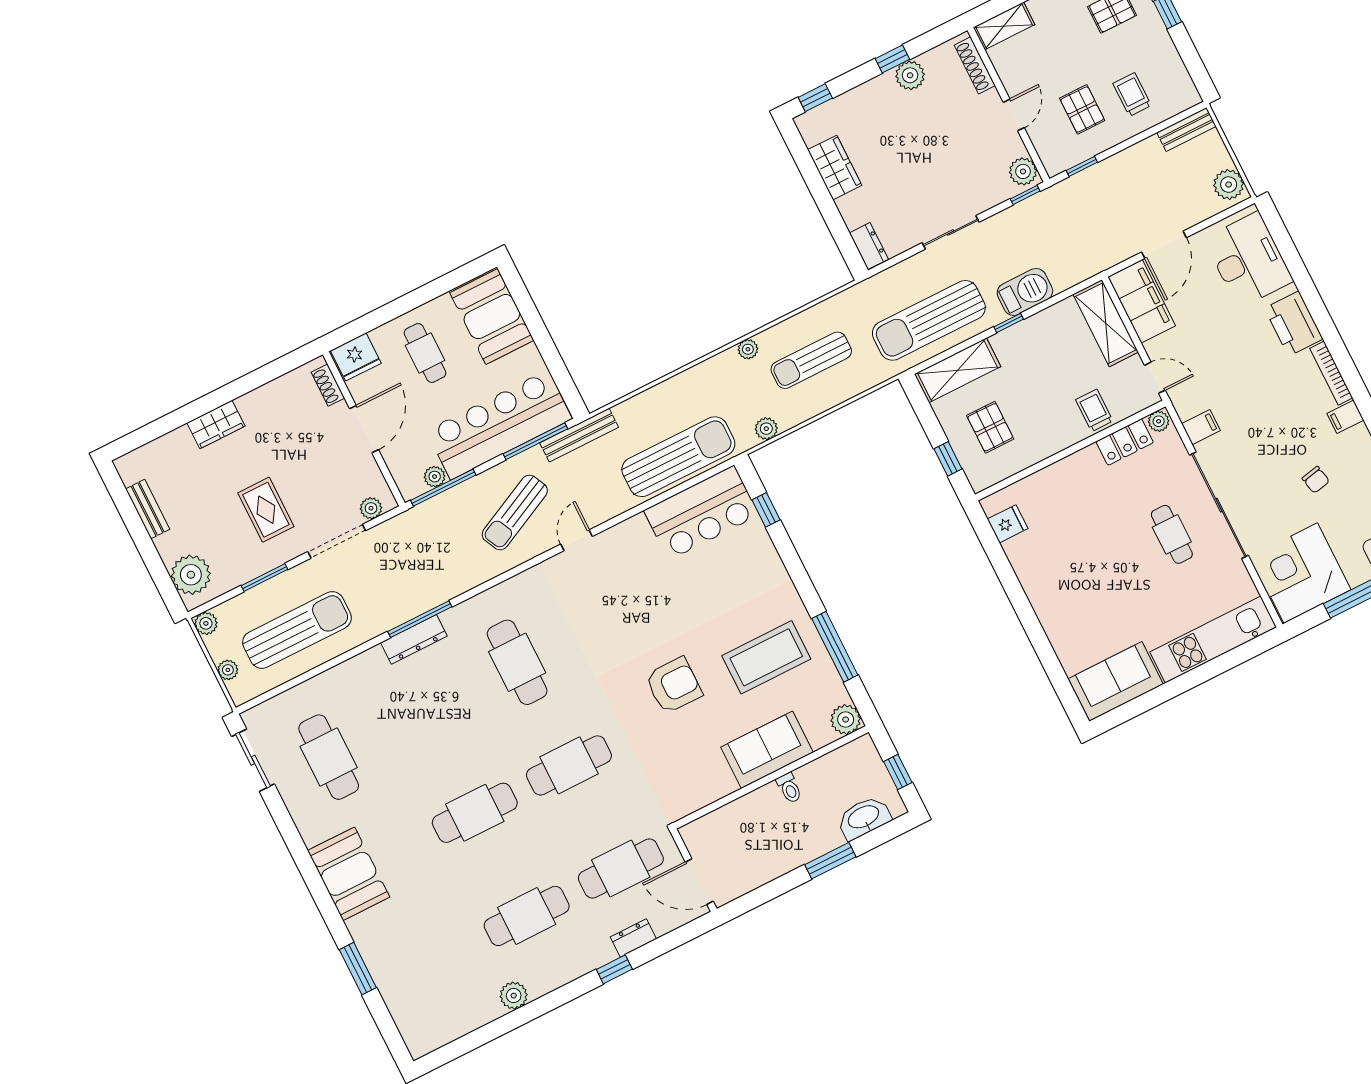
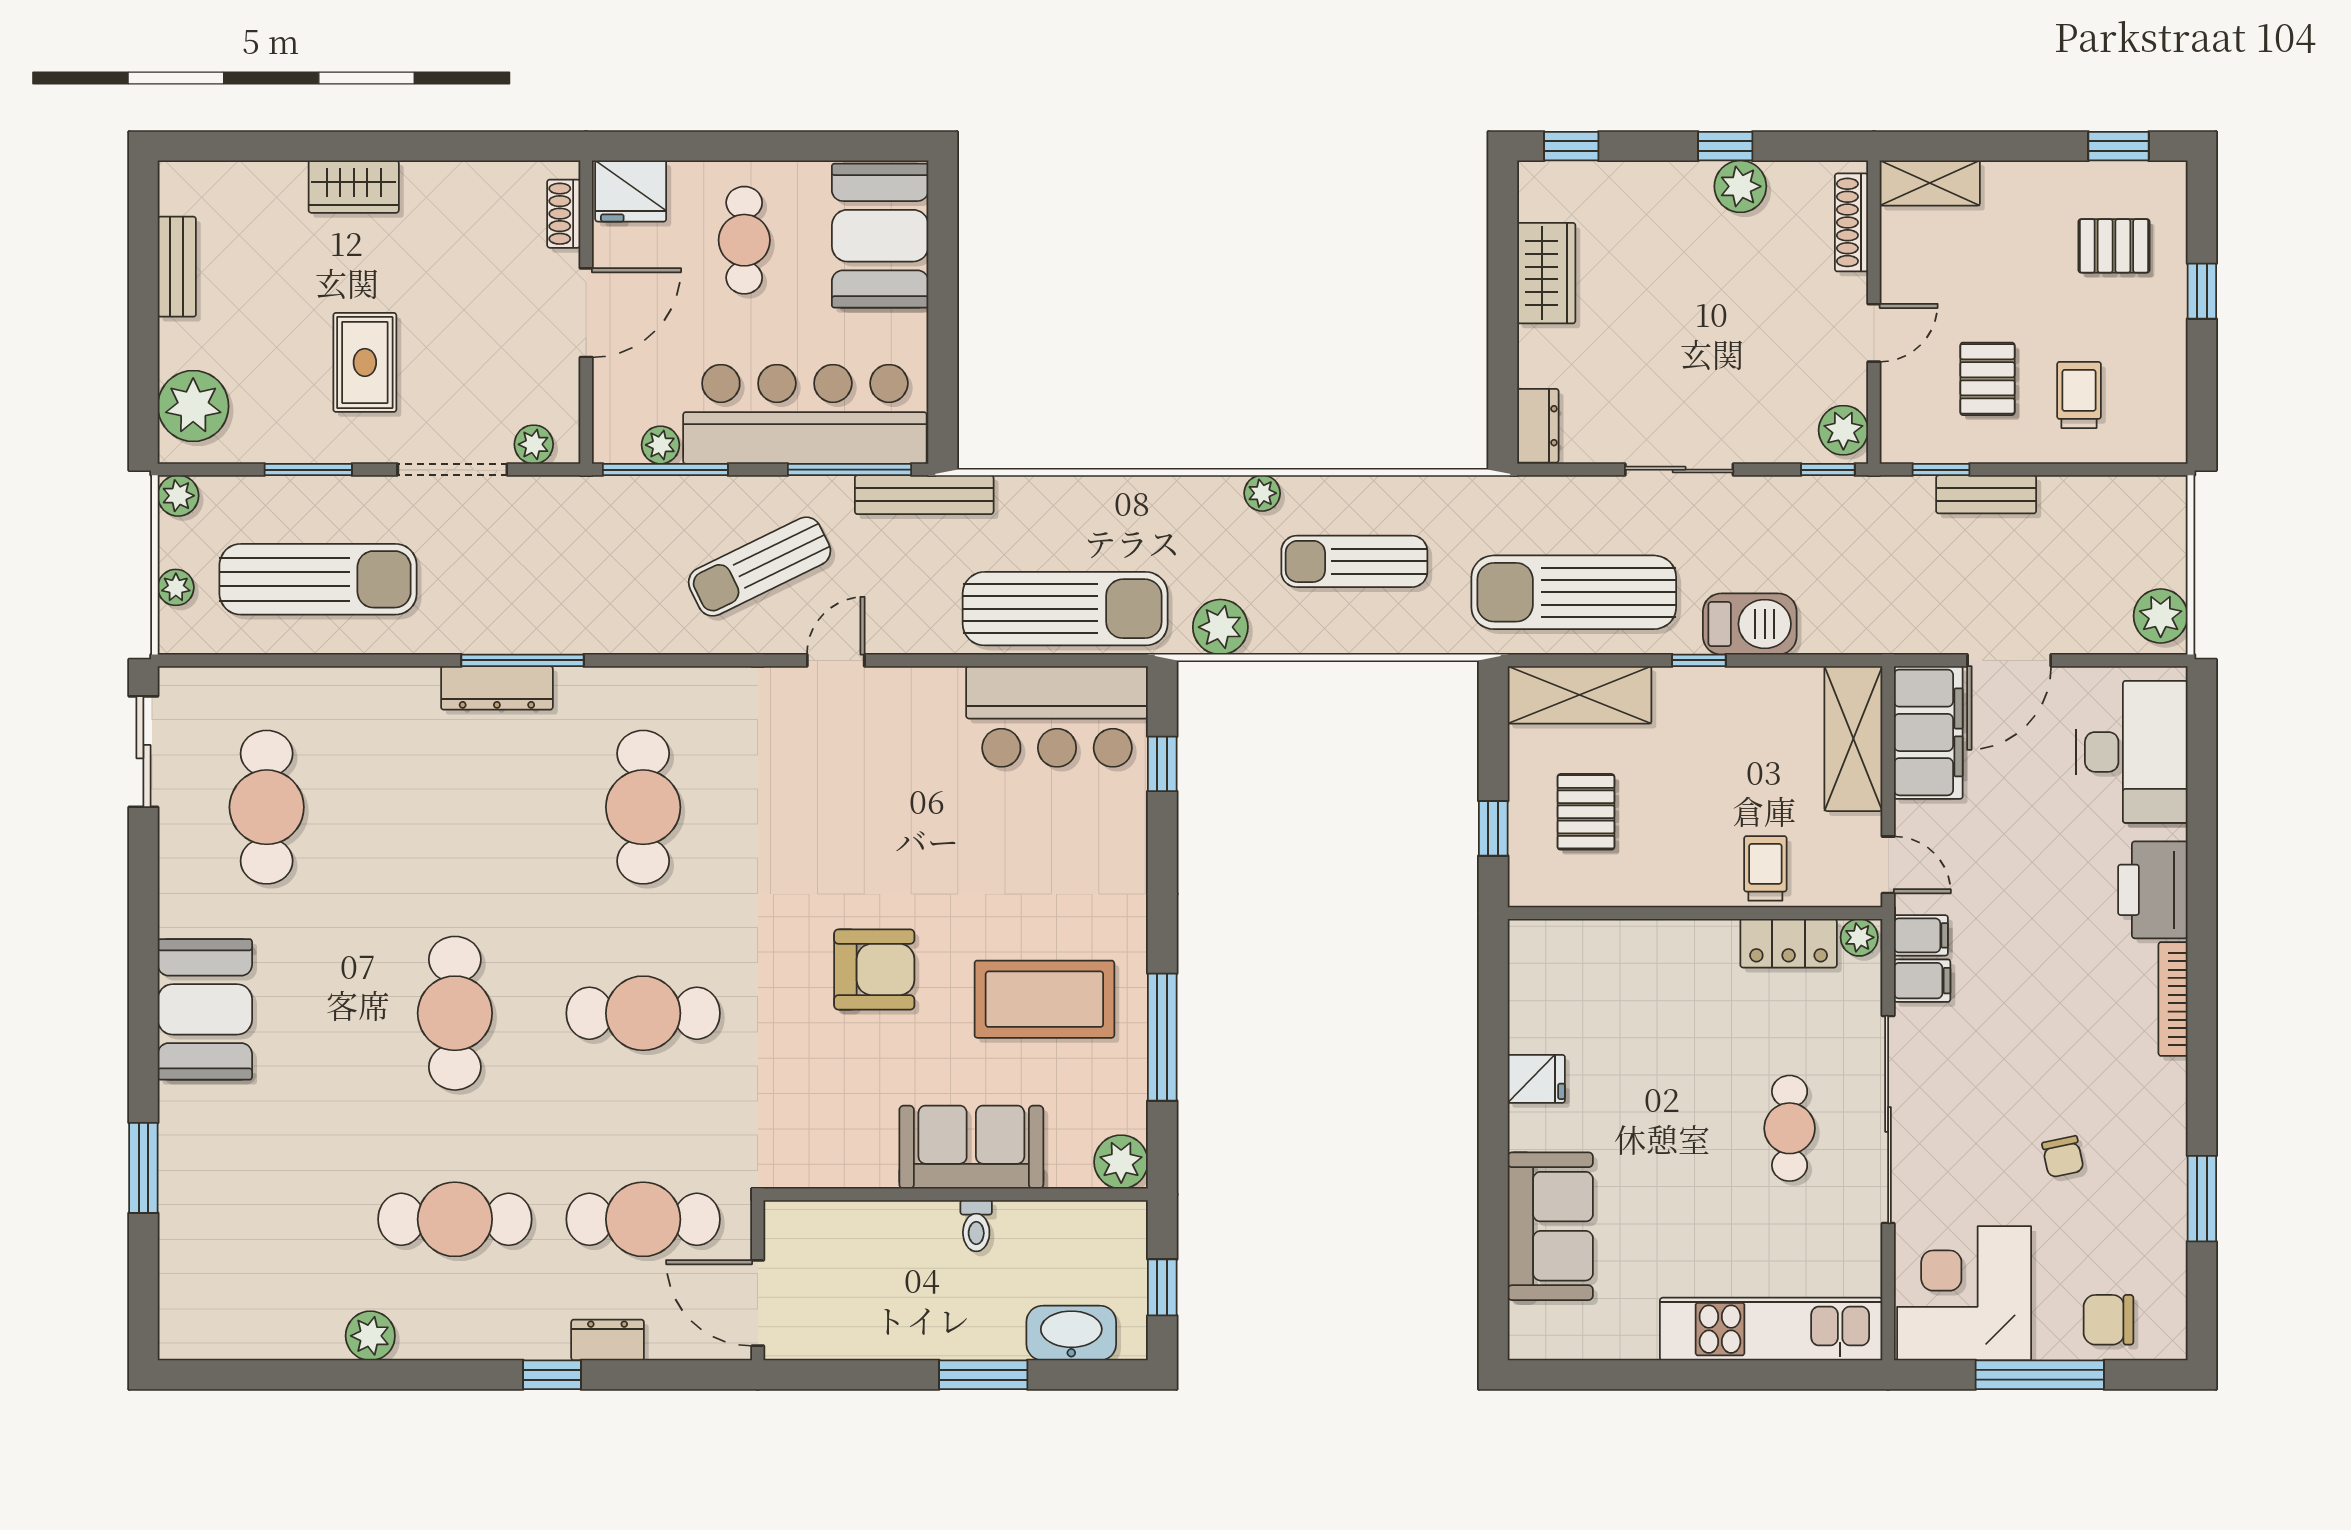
bench: (1186, 129) -> (1986, 494), moved
filing cabinet: (1345, 417) -> (1921, 935), moved, turned 180
plant: (766, 429) -> (1220, 627), width x1.38, depth x1.38
fridge: (1008, 524) -> (1536, 1079), moved
sofa: (1116, 681) -> (1550, 1226), moved, turned 90
cafe table: (475, 813) -> (455, 1013), turned 90

